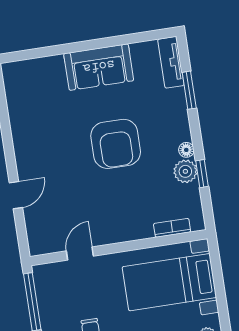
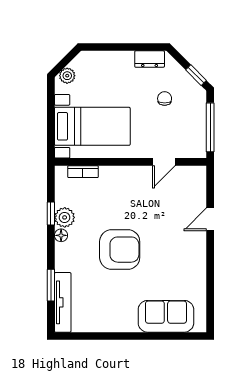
tv unit: (171, 62) -> (63, 302), width x1.41
sofa: (99, 67) -> (166, 316), moved
armchair: (116, 144) -> (120, 250), turned 90

